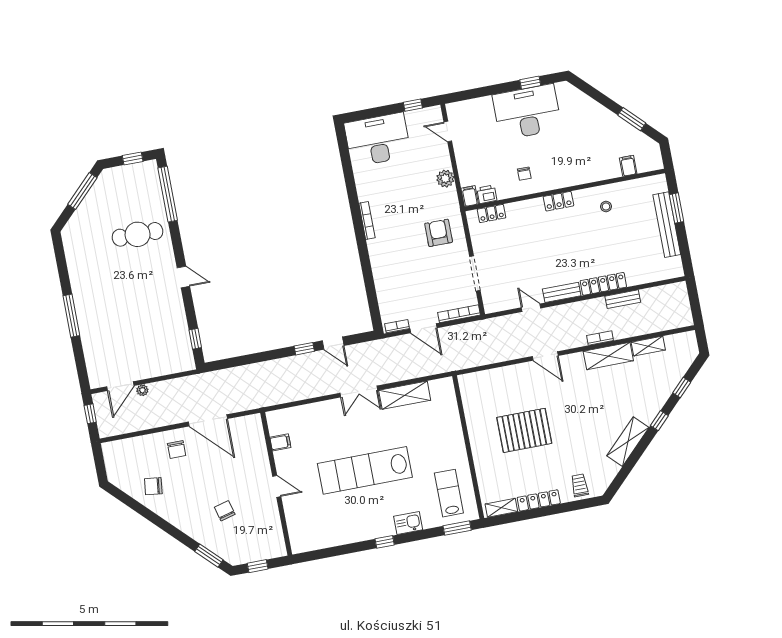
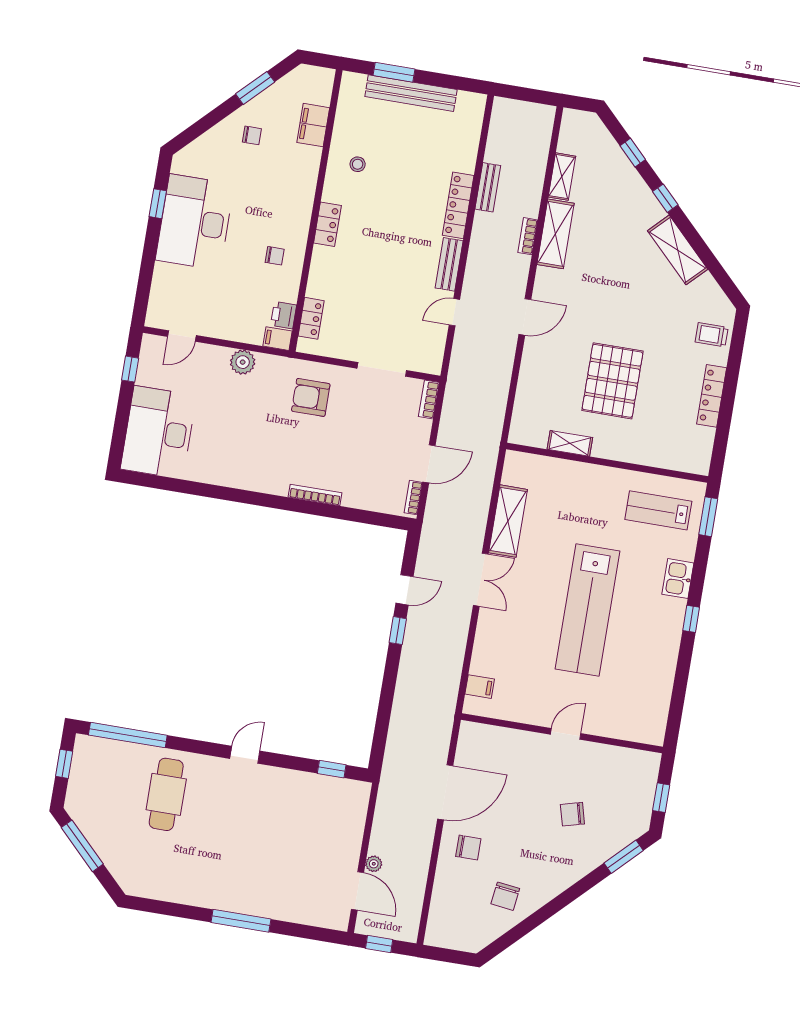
chair: (599, 129) -> (252, 135), added
filing cabinet: (628, 166) -> (313, 125), width x2.00
bookcase: (367, 221) -> (315, 495), moved
bookcase: (459, 314) -> (429, 400), width x0.64
filing cabinet: (280, 442) -> (480, 687), moved, turned 90
shelving: (501, 508) -> (570, 443), moved, turned 90

